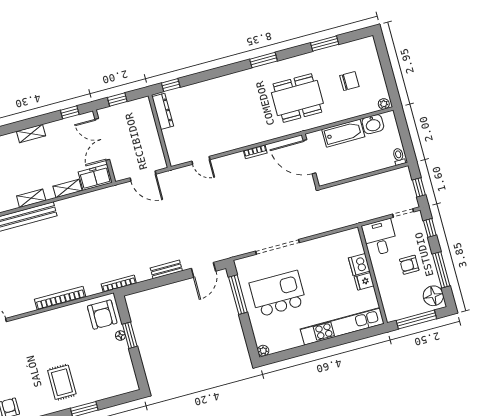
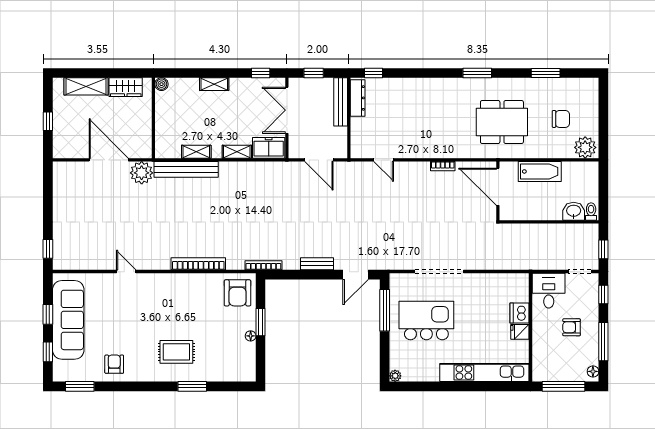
plant: (384, 104) -> (585, 147), width x1.88, depth x1.88
bench: (148, 119) -> (341, 102), added
washbasin: (373, 124) -> (574, 211), moved, turned 180
floor lamp: (433, 296) -> (593, 371), width x0.53, depth x0.53
floor lamp: (120, 336) -> (251, 336), moved
rug: (62, 382) -> (176, 352), turned 90

